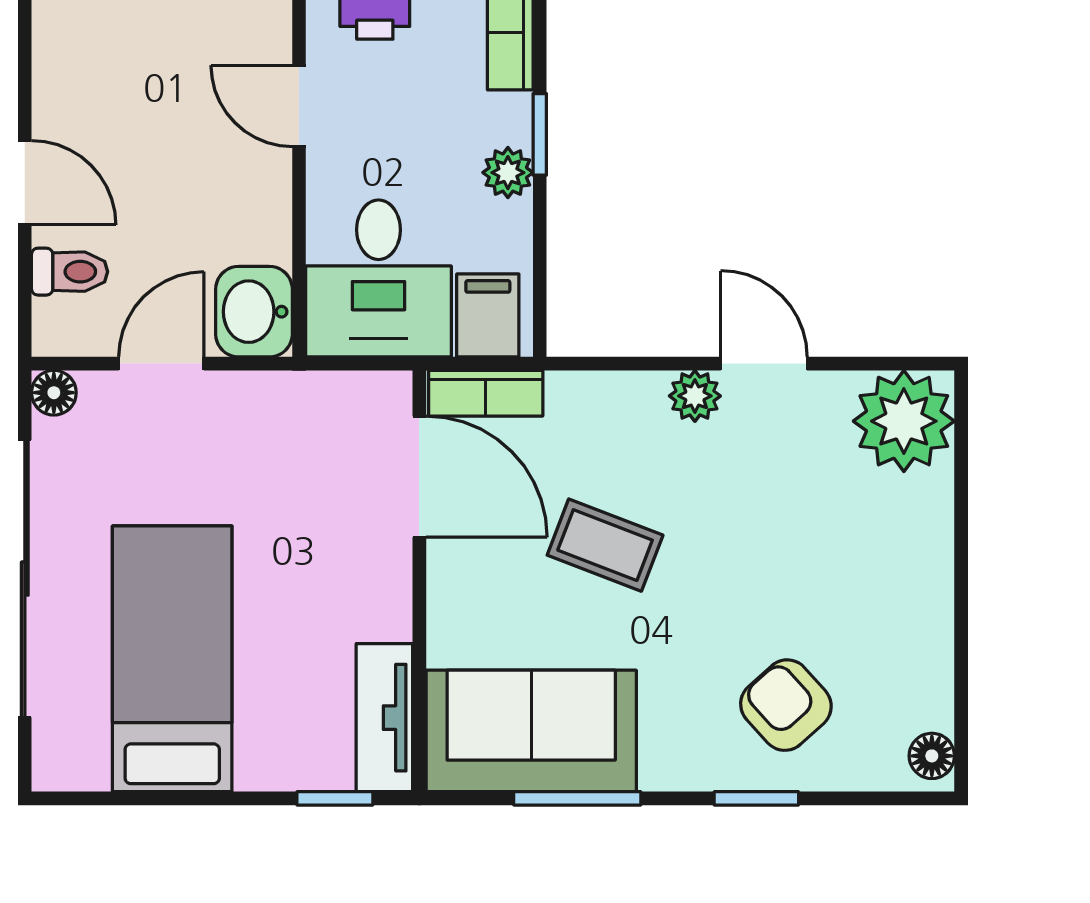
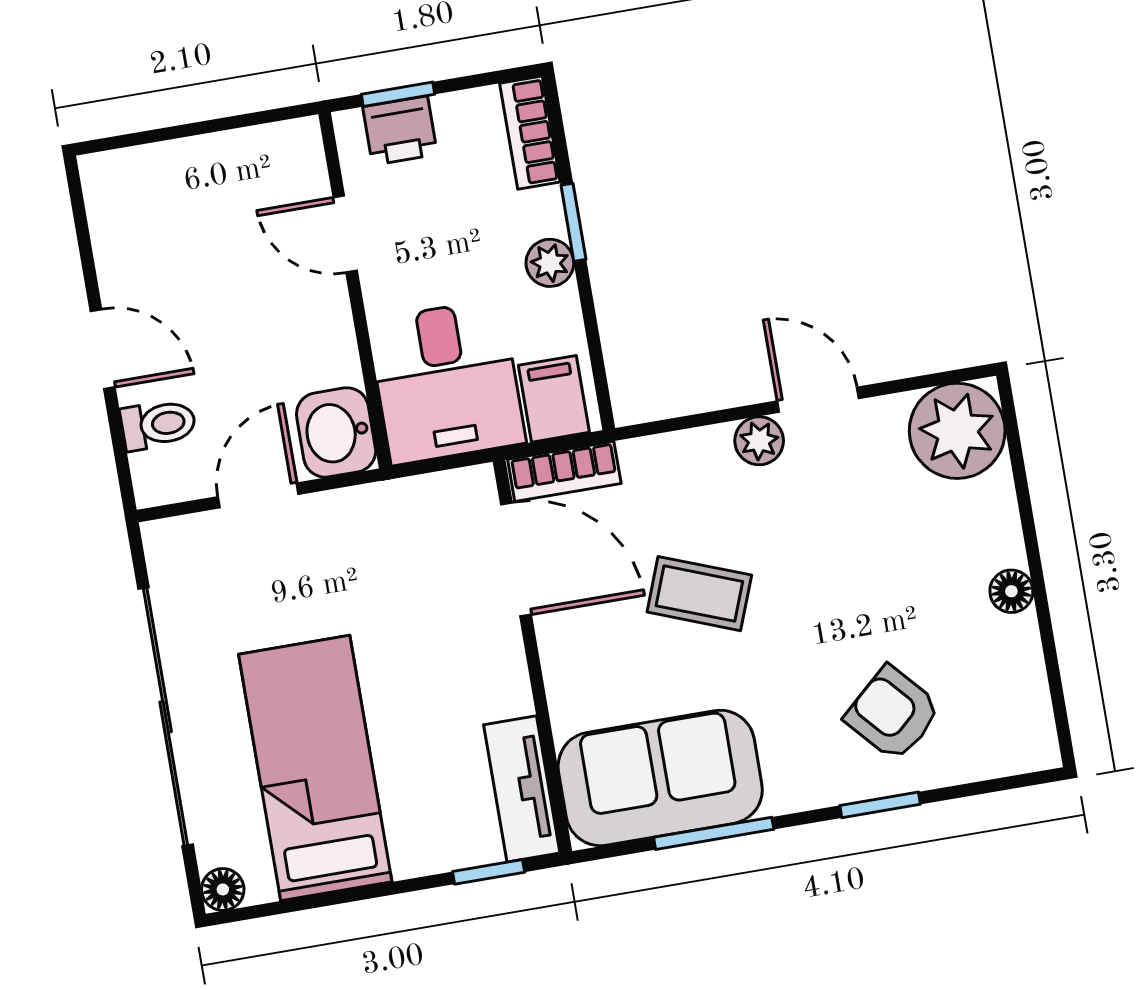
floor lamp: (54, 393) -> (223, 889), moved
floor lamp: (932, 756) -> (1011, 591), moved

